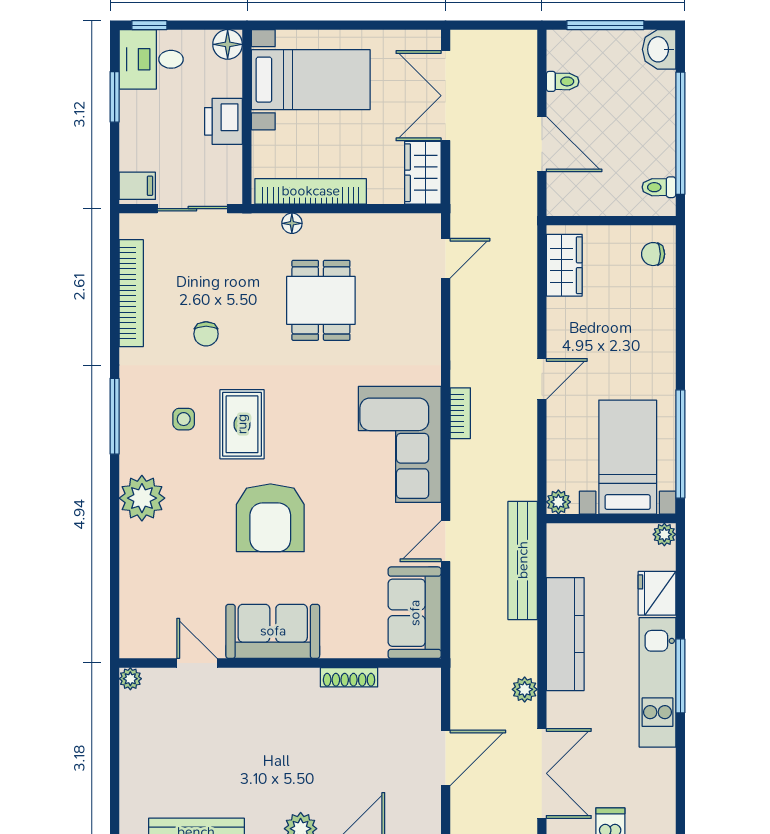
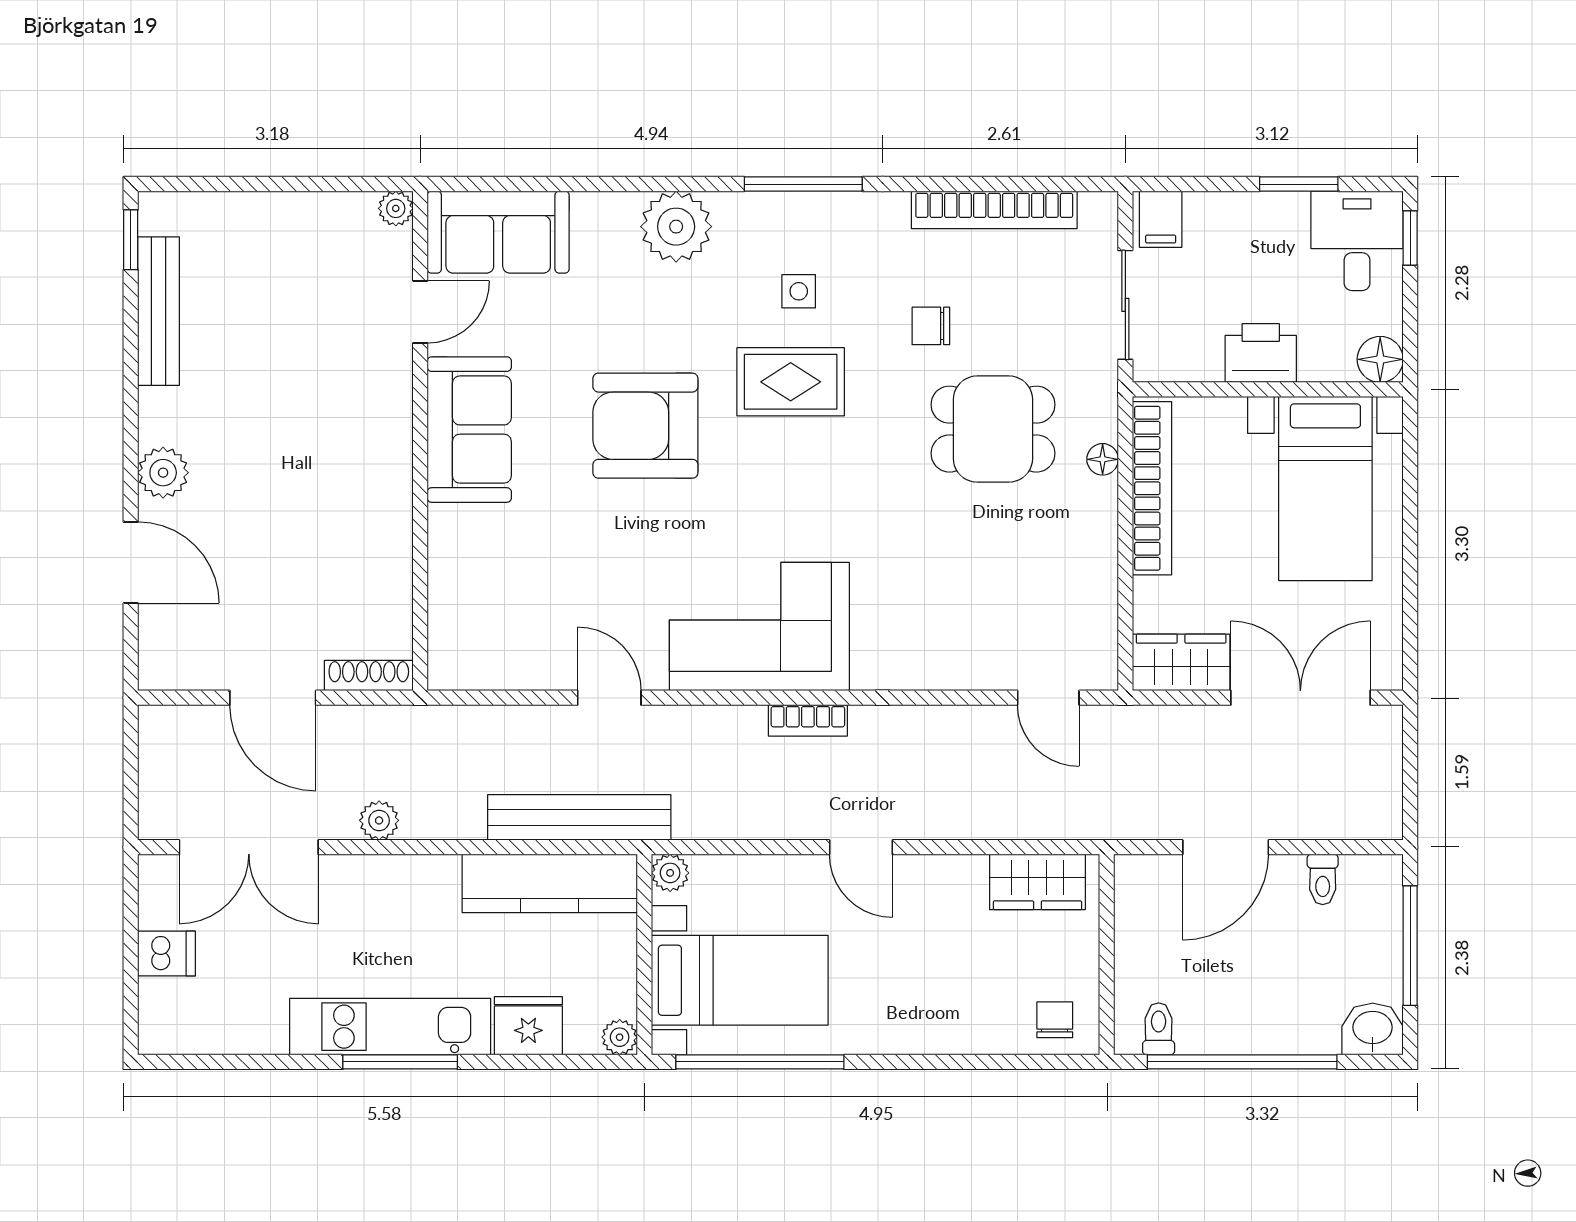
dining table: (321, 300) -> (993, 429), moved
sofa: (415, 613) -> (498, 232), moved, turned 180
kitchen counter: (565, 634) -> (550, 883), moved
shoe rack: (349, 677) -> (369, 676), moved, turned 90

